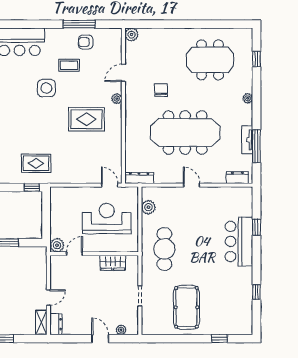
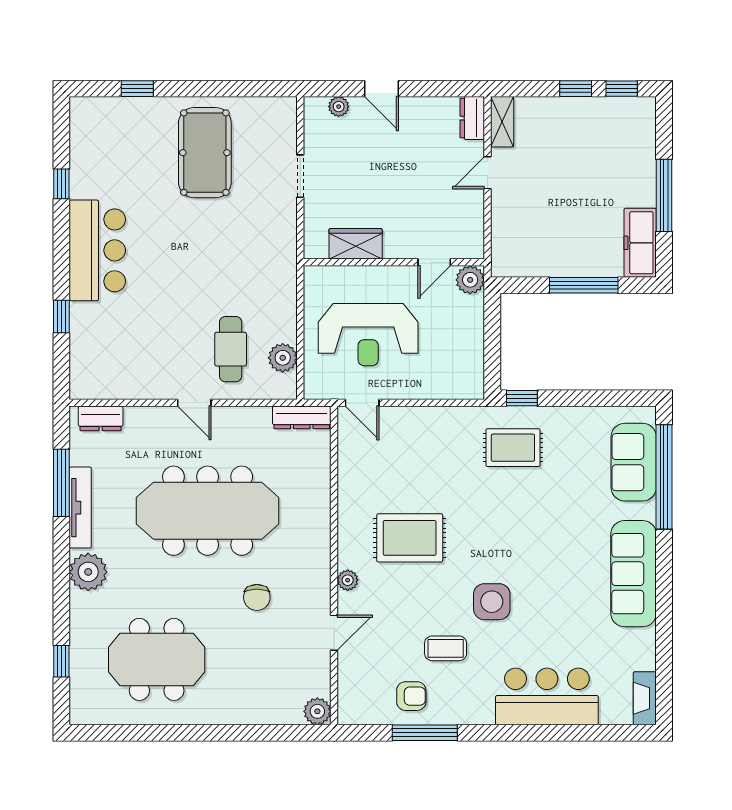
plant: (248, 98) -> (88, 572), width x1.88, depth x1.88
tv unit: (247, 140) -> (80, 508), width x1.41
bar counter: (239, 241) -> (97, 250), moved
cafe table: (164, 249) -> (231, 349), moved, width x0.73, depth x0.74

